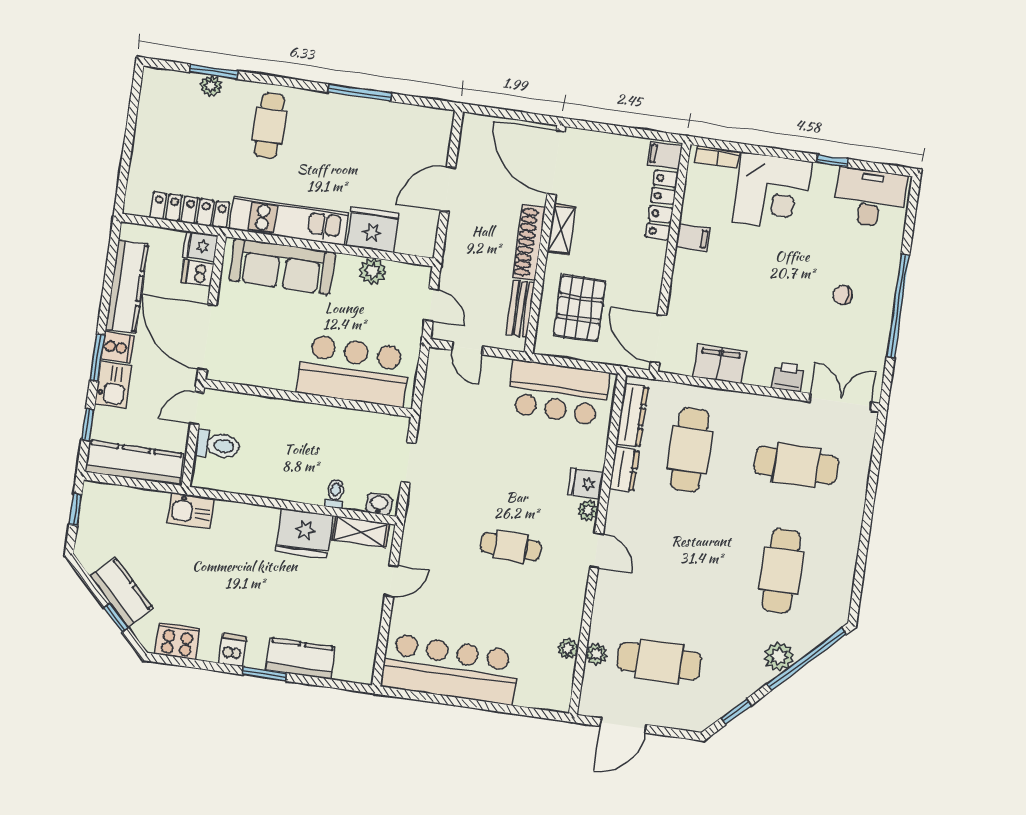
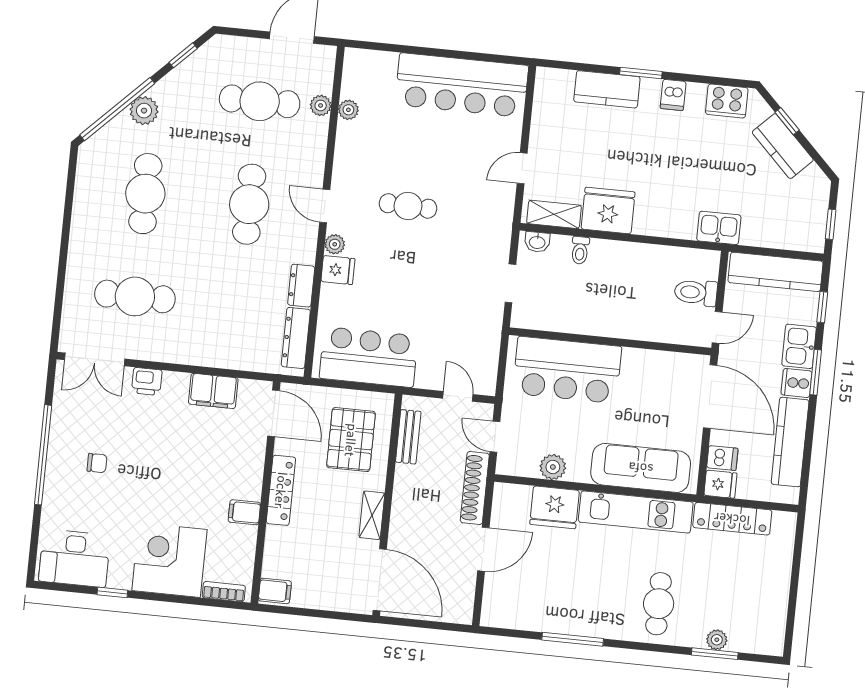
locker: (662, 205) -> (281, 490), moved
shoe rack: (529, 243) -> (475, 488), moved, turned 180
cafe table: (690, 450) -> (249, 204), moved

